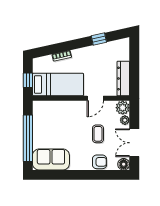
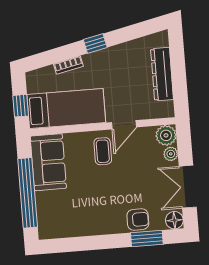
window: (99, 39) -> (95, 43), moved
dresser: (123, 79) -> (162, 74), moved
coffee table: (98, 134) -> (103, 151), moved
sofa: (51, 159) -> (48, 162), moved, turned 90
window: (104, 175) -> (147, 238), added

